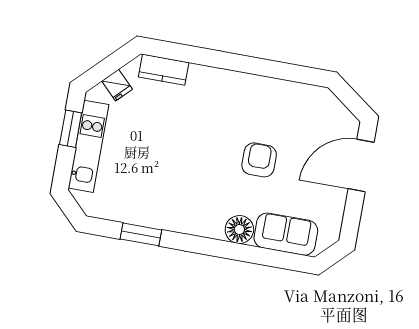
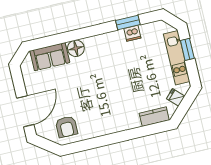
window: (71, 129) -> (187, 49), moved
armchair: (259, 160) -> (66, 127), moved
dishwasher: (141, 215) -> (132, 33), added

